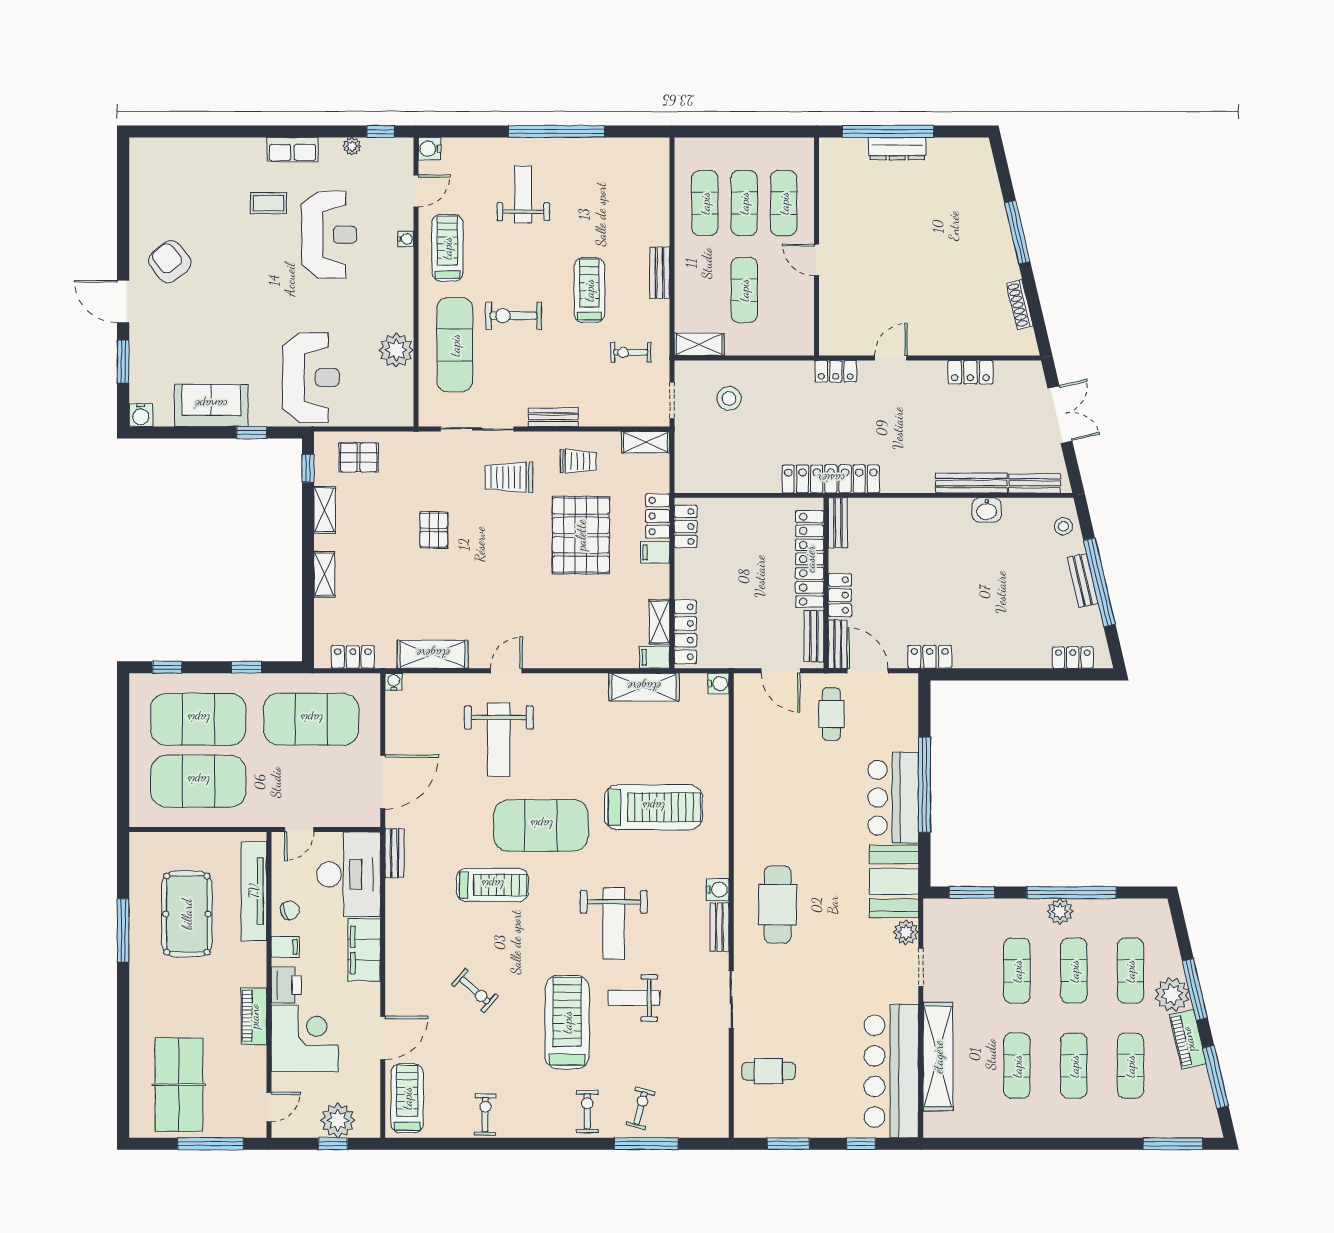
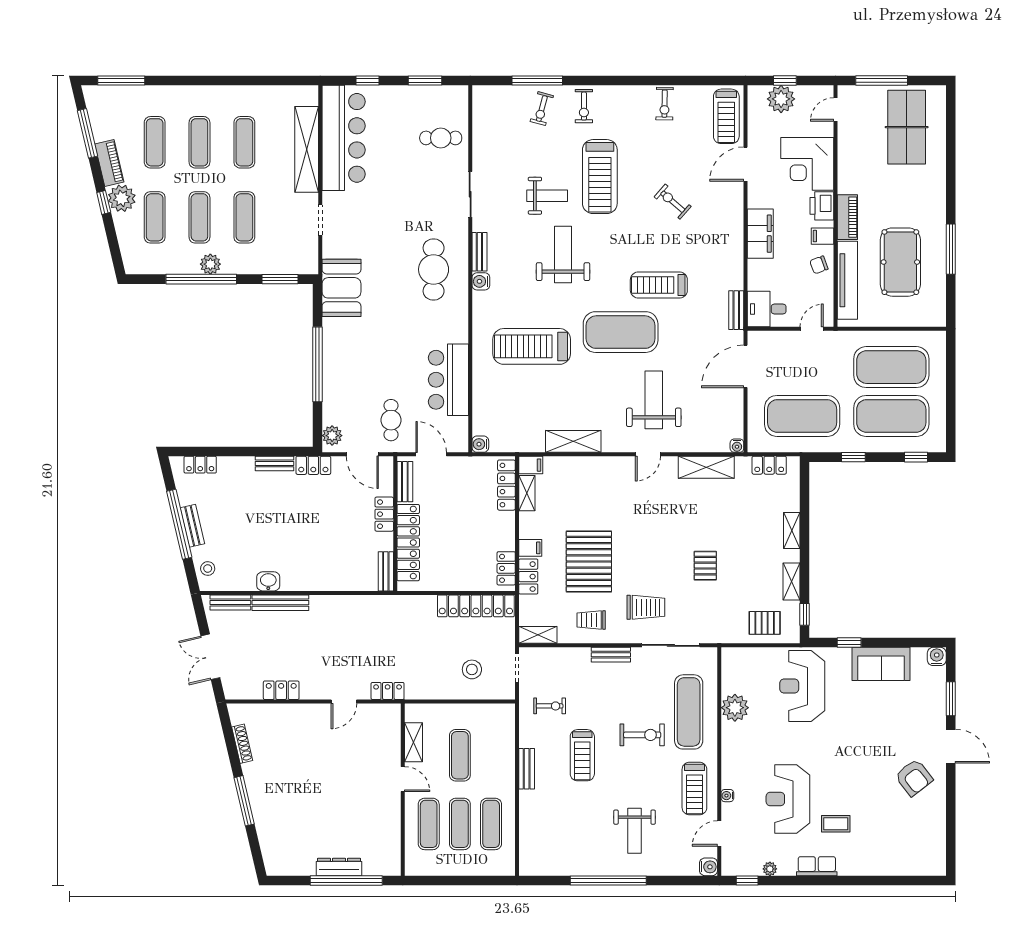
shelving: (699, 344) -> (413, 742), moved, turned 90
locker: (831, 479) -> (476, 606), moved
bench: (838, 644) -> (274, 463), moved, turned 90
shelving: (644, 687) -> (573, 441), moved
bar counter: (893, 798) -> (448, 380), moved, turned 180
desk: (349, 874) -> (767, 309), width x0.53, depth x0.77
plant: (906, 932) -> (332, 436), moved
window: (1195, 989) -> (104, 202), width x0.46
piano: (254, 1016) -> (847, 217), moved

